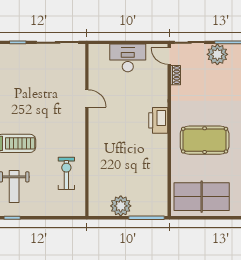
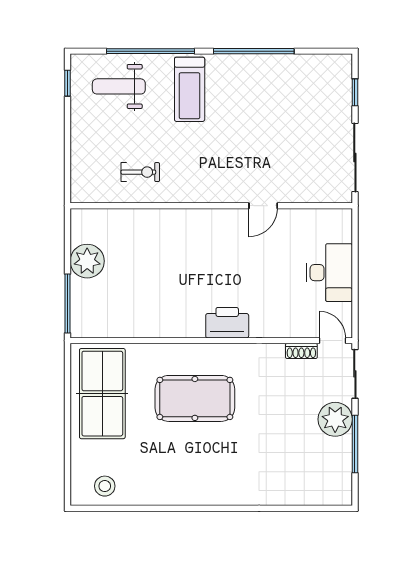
door: (169, 56) -> (332, 341), hinge flipped
pool table: (205, 140) -> (195, 398), turned 90
exercise bike: (66, 173) -> (140, 172), width x0.73, depth x0.72

